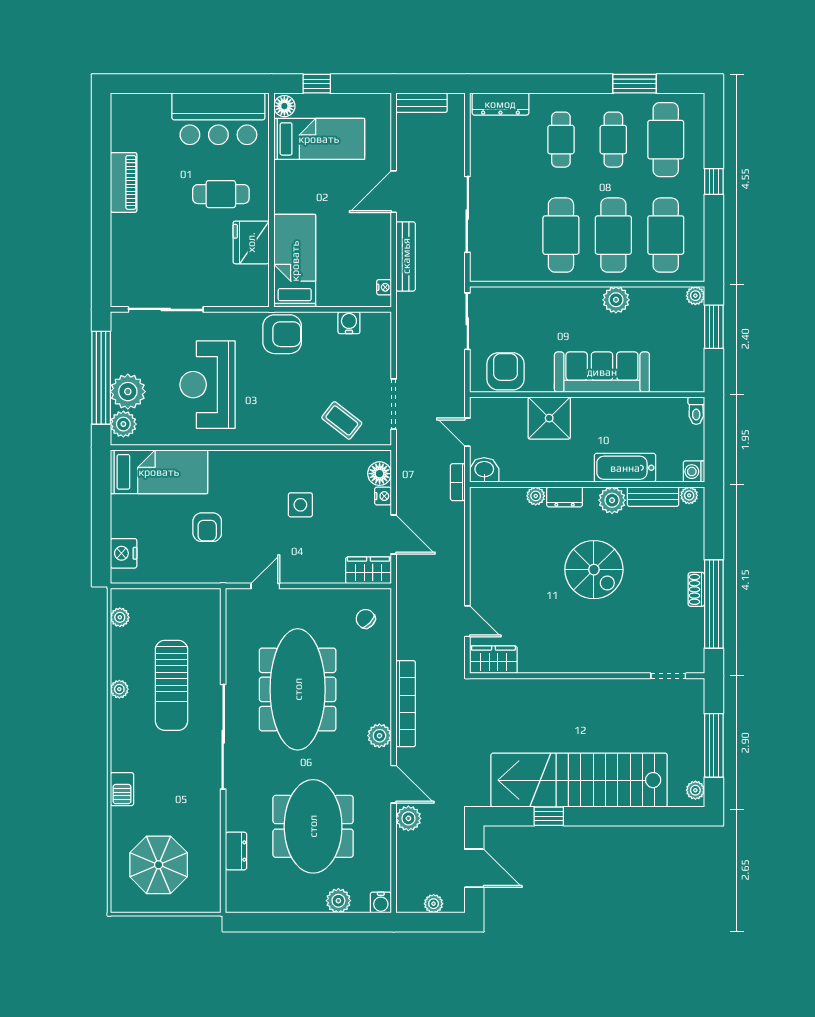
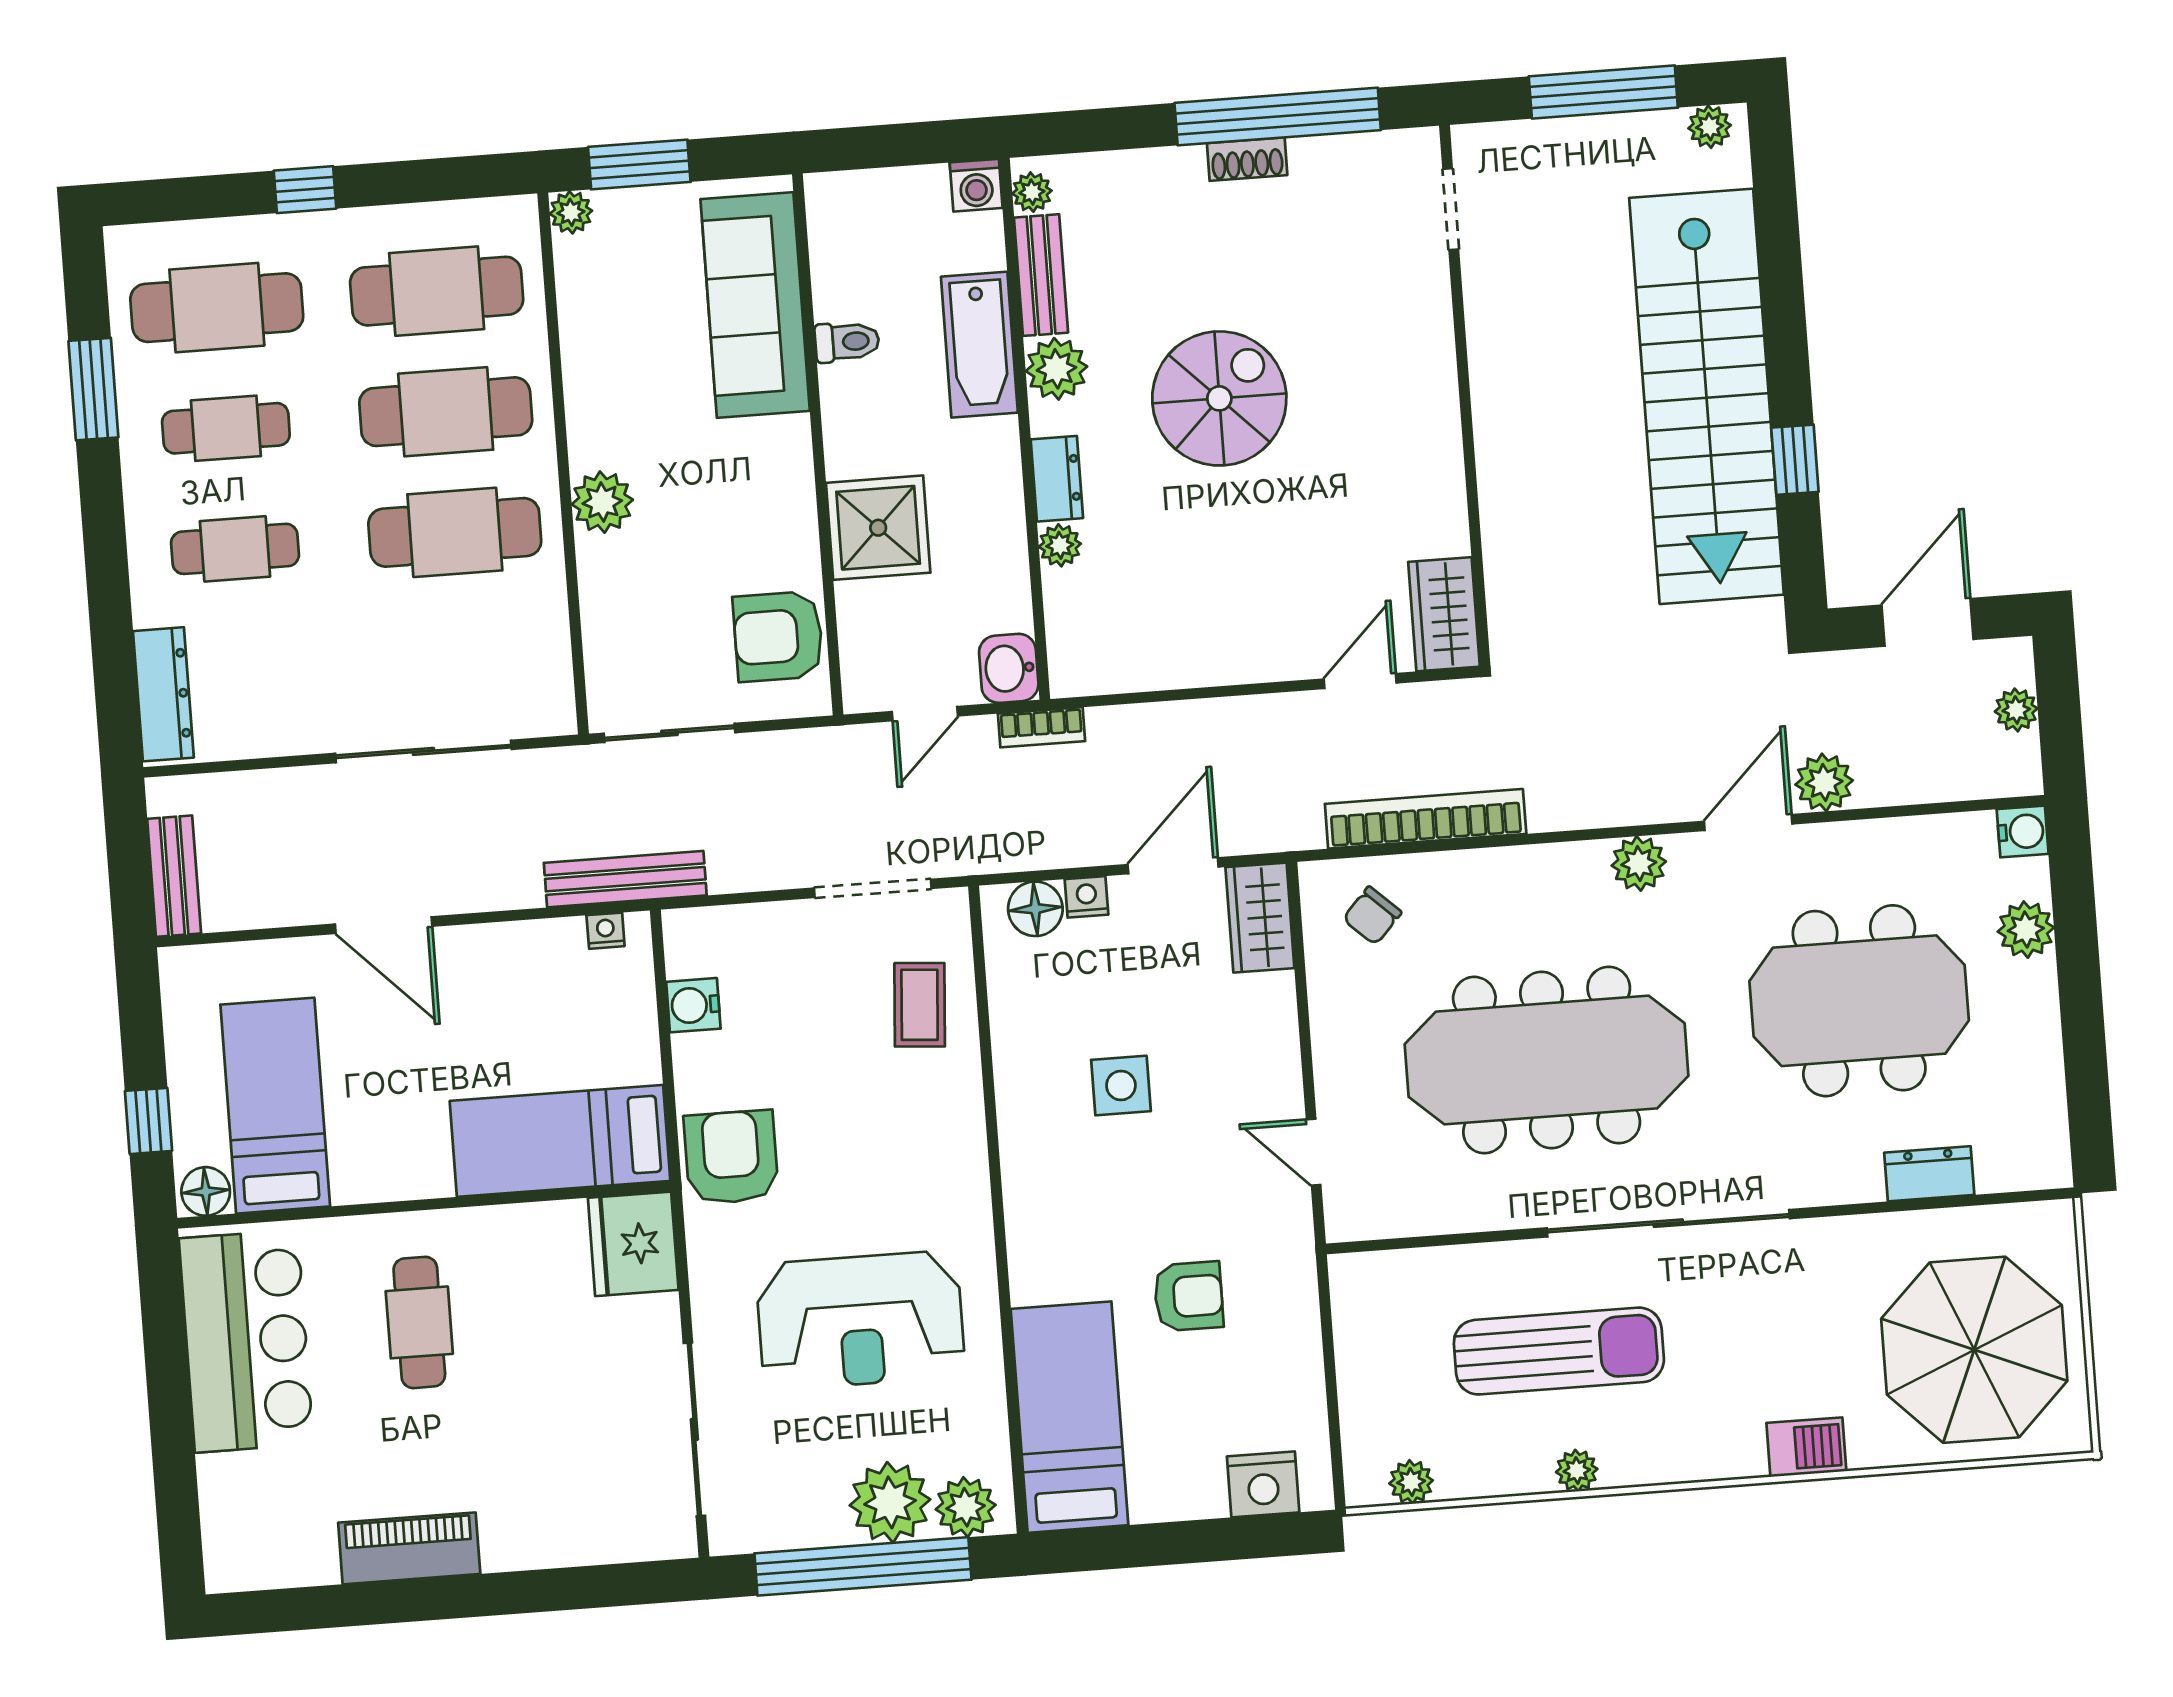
fridge: (251, 242) -> (633, 1244), moved, turned 90
bench: (406, 256) -> (625, 879), moved
plant: (616, 300) -> (602, 502), moved
sofa: (602, 372) -> (755, 305), moved
toilet: (696, 411) -> (847, 342), moved
coffee table: (342, 420) -> (920, 1005), turned -34
bookcase: (406, 704) -> (1426, 819), moved
parasol: (159, 865) -> (1974, 1350), width x1.36, depth x1.36

